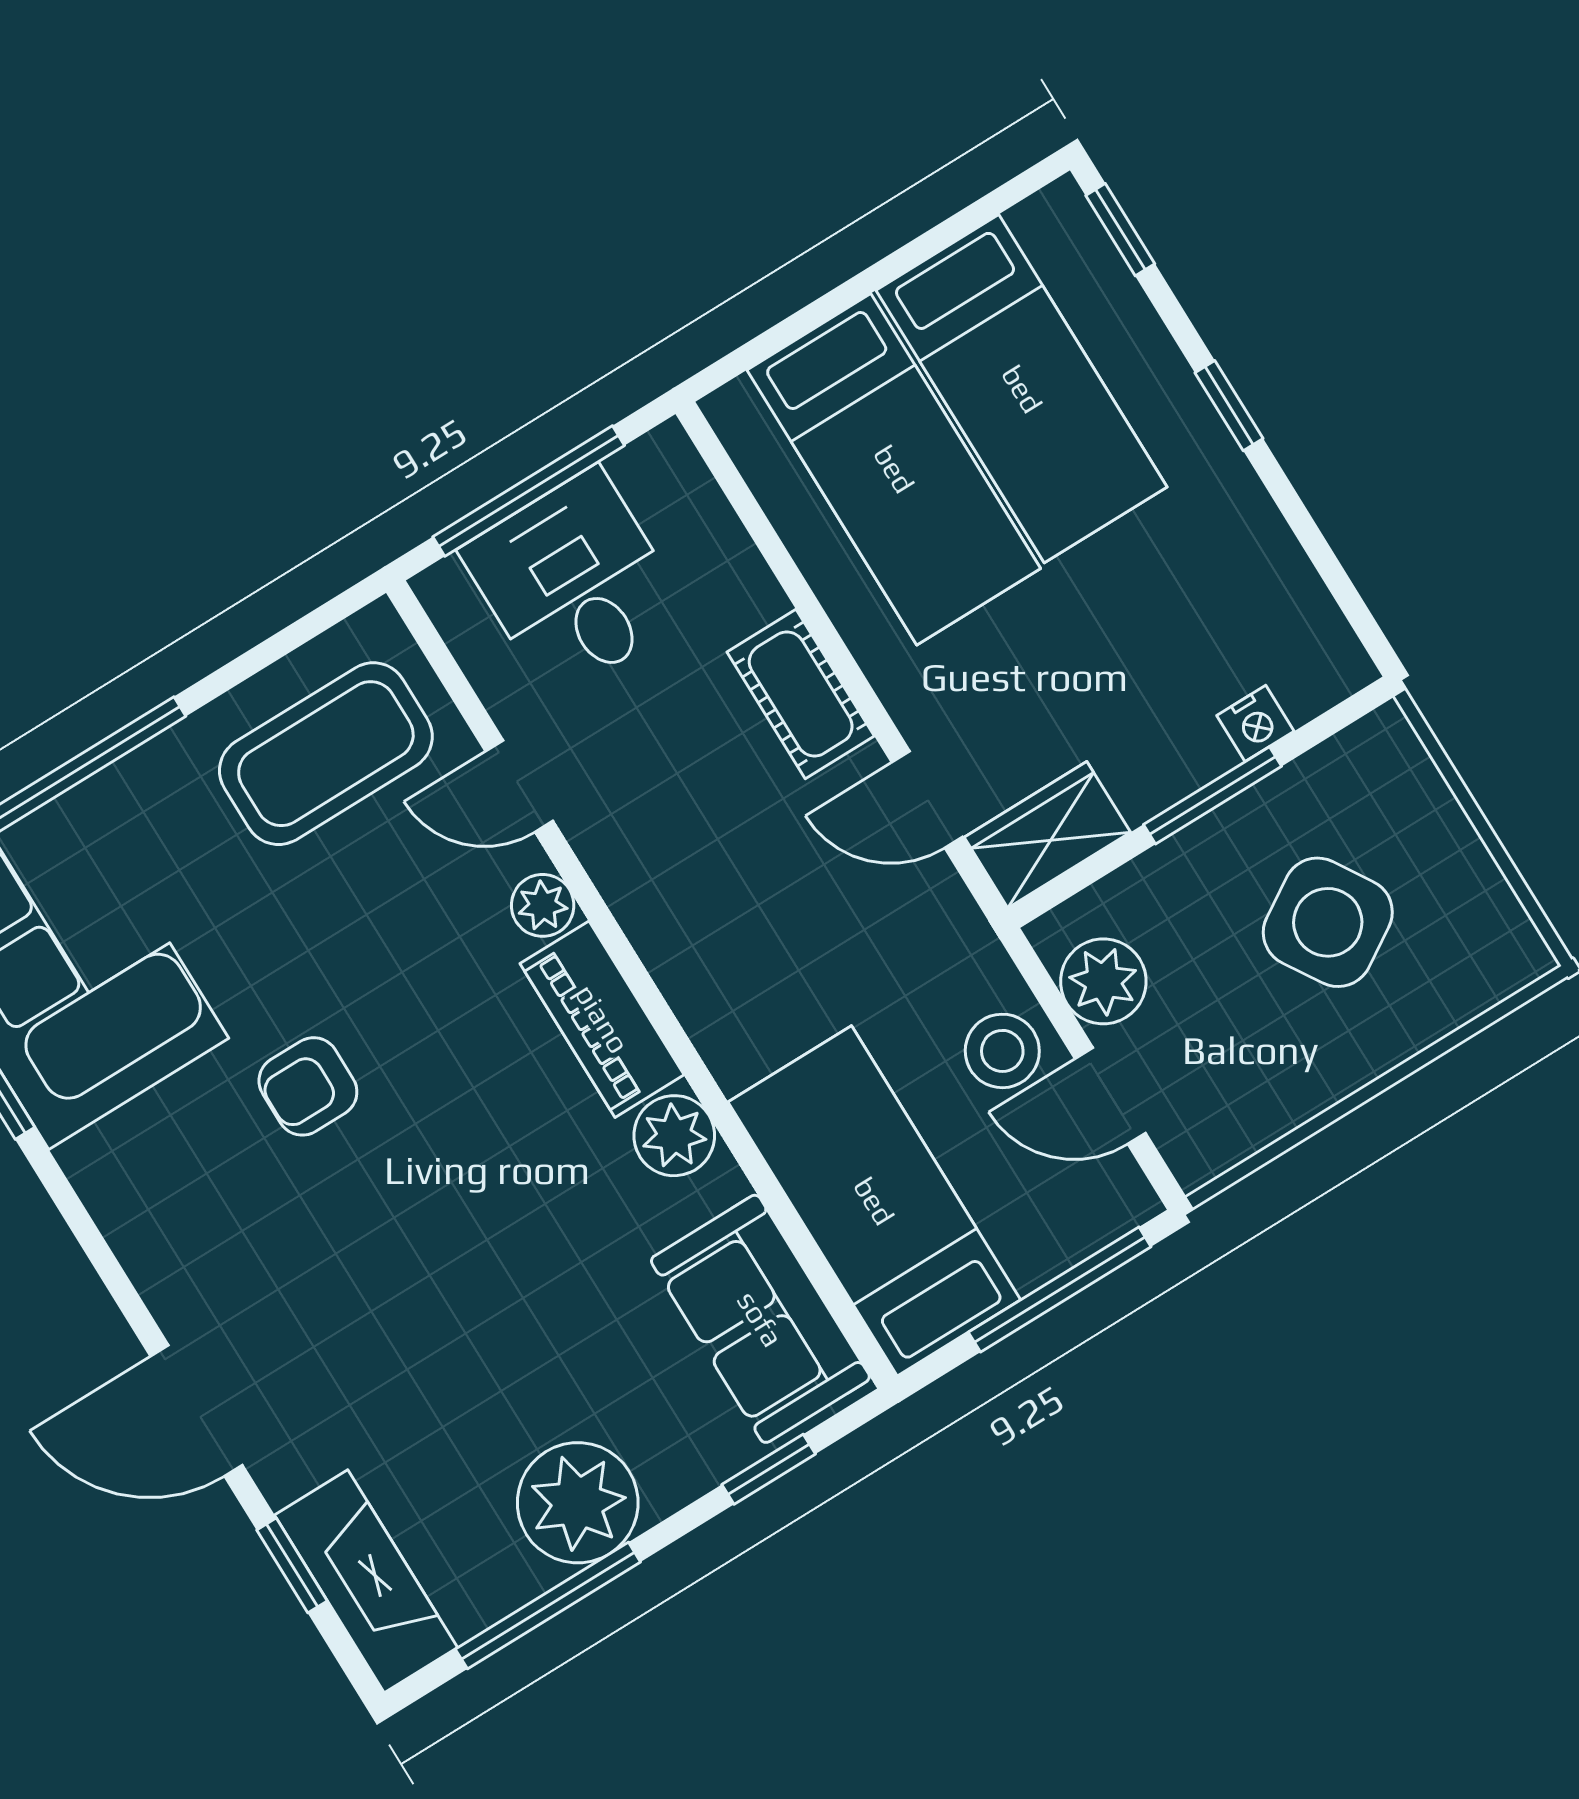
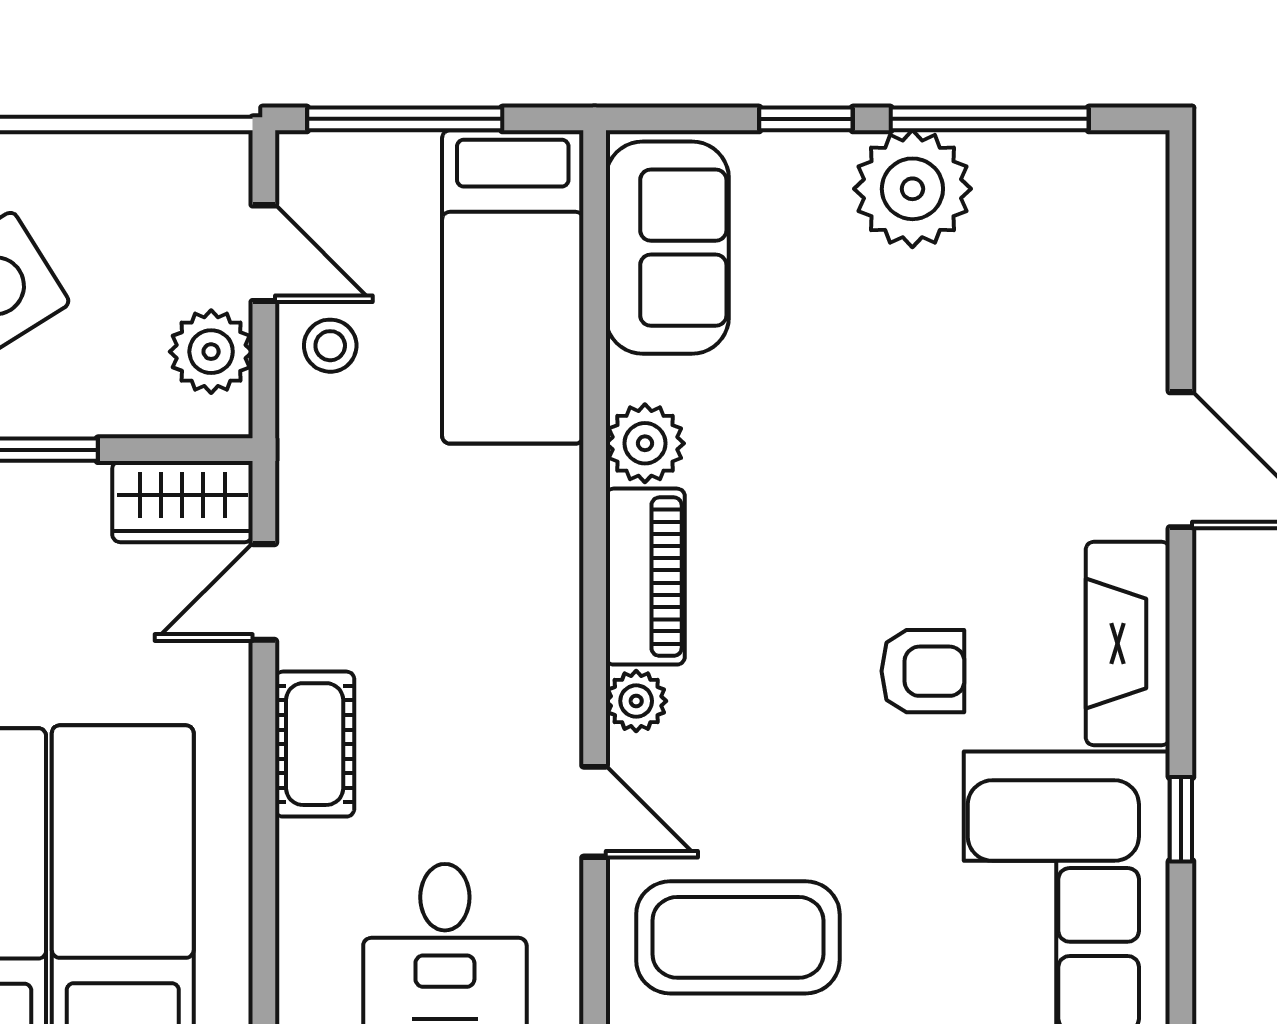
door: (927, 800) -> (264, 592), swing flipped
stool: (1002, 1051) -> (330, 346), width x0.73, depth x0.73
window: (769, 1469) -> (806, 119), moved
window: (292, 1565) -> (1181, 283), removed
fireplace: (366, 1581) -> (1128, 643), moved

